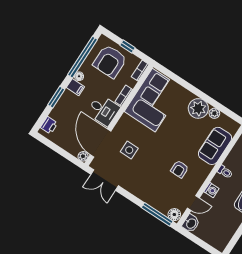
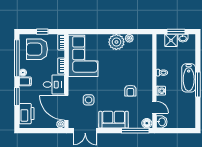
armchair: (110, 61) -> (37, 49), turned 90
printer: (49, 125) -> (27, 114), width x1.87, depth x1.48
sofa: (215, 146) -> (114, 120), moved, turned 90
door: (193, 203) -> (154, 107), hinge flipped

